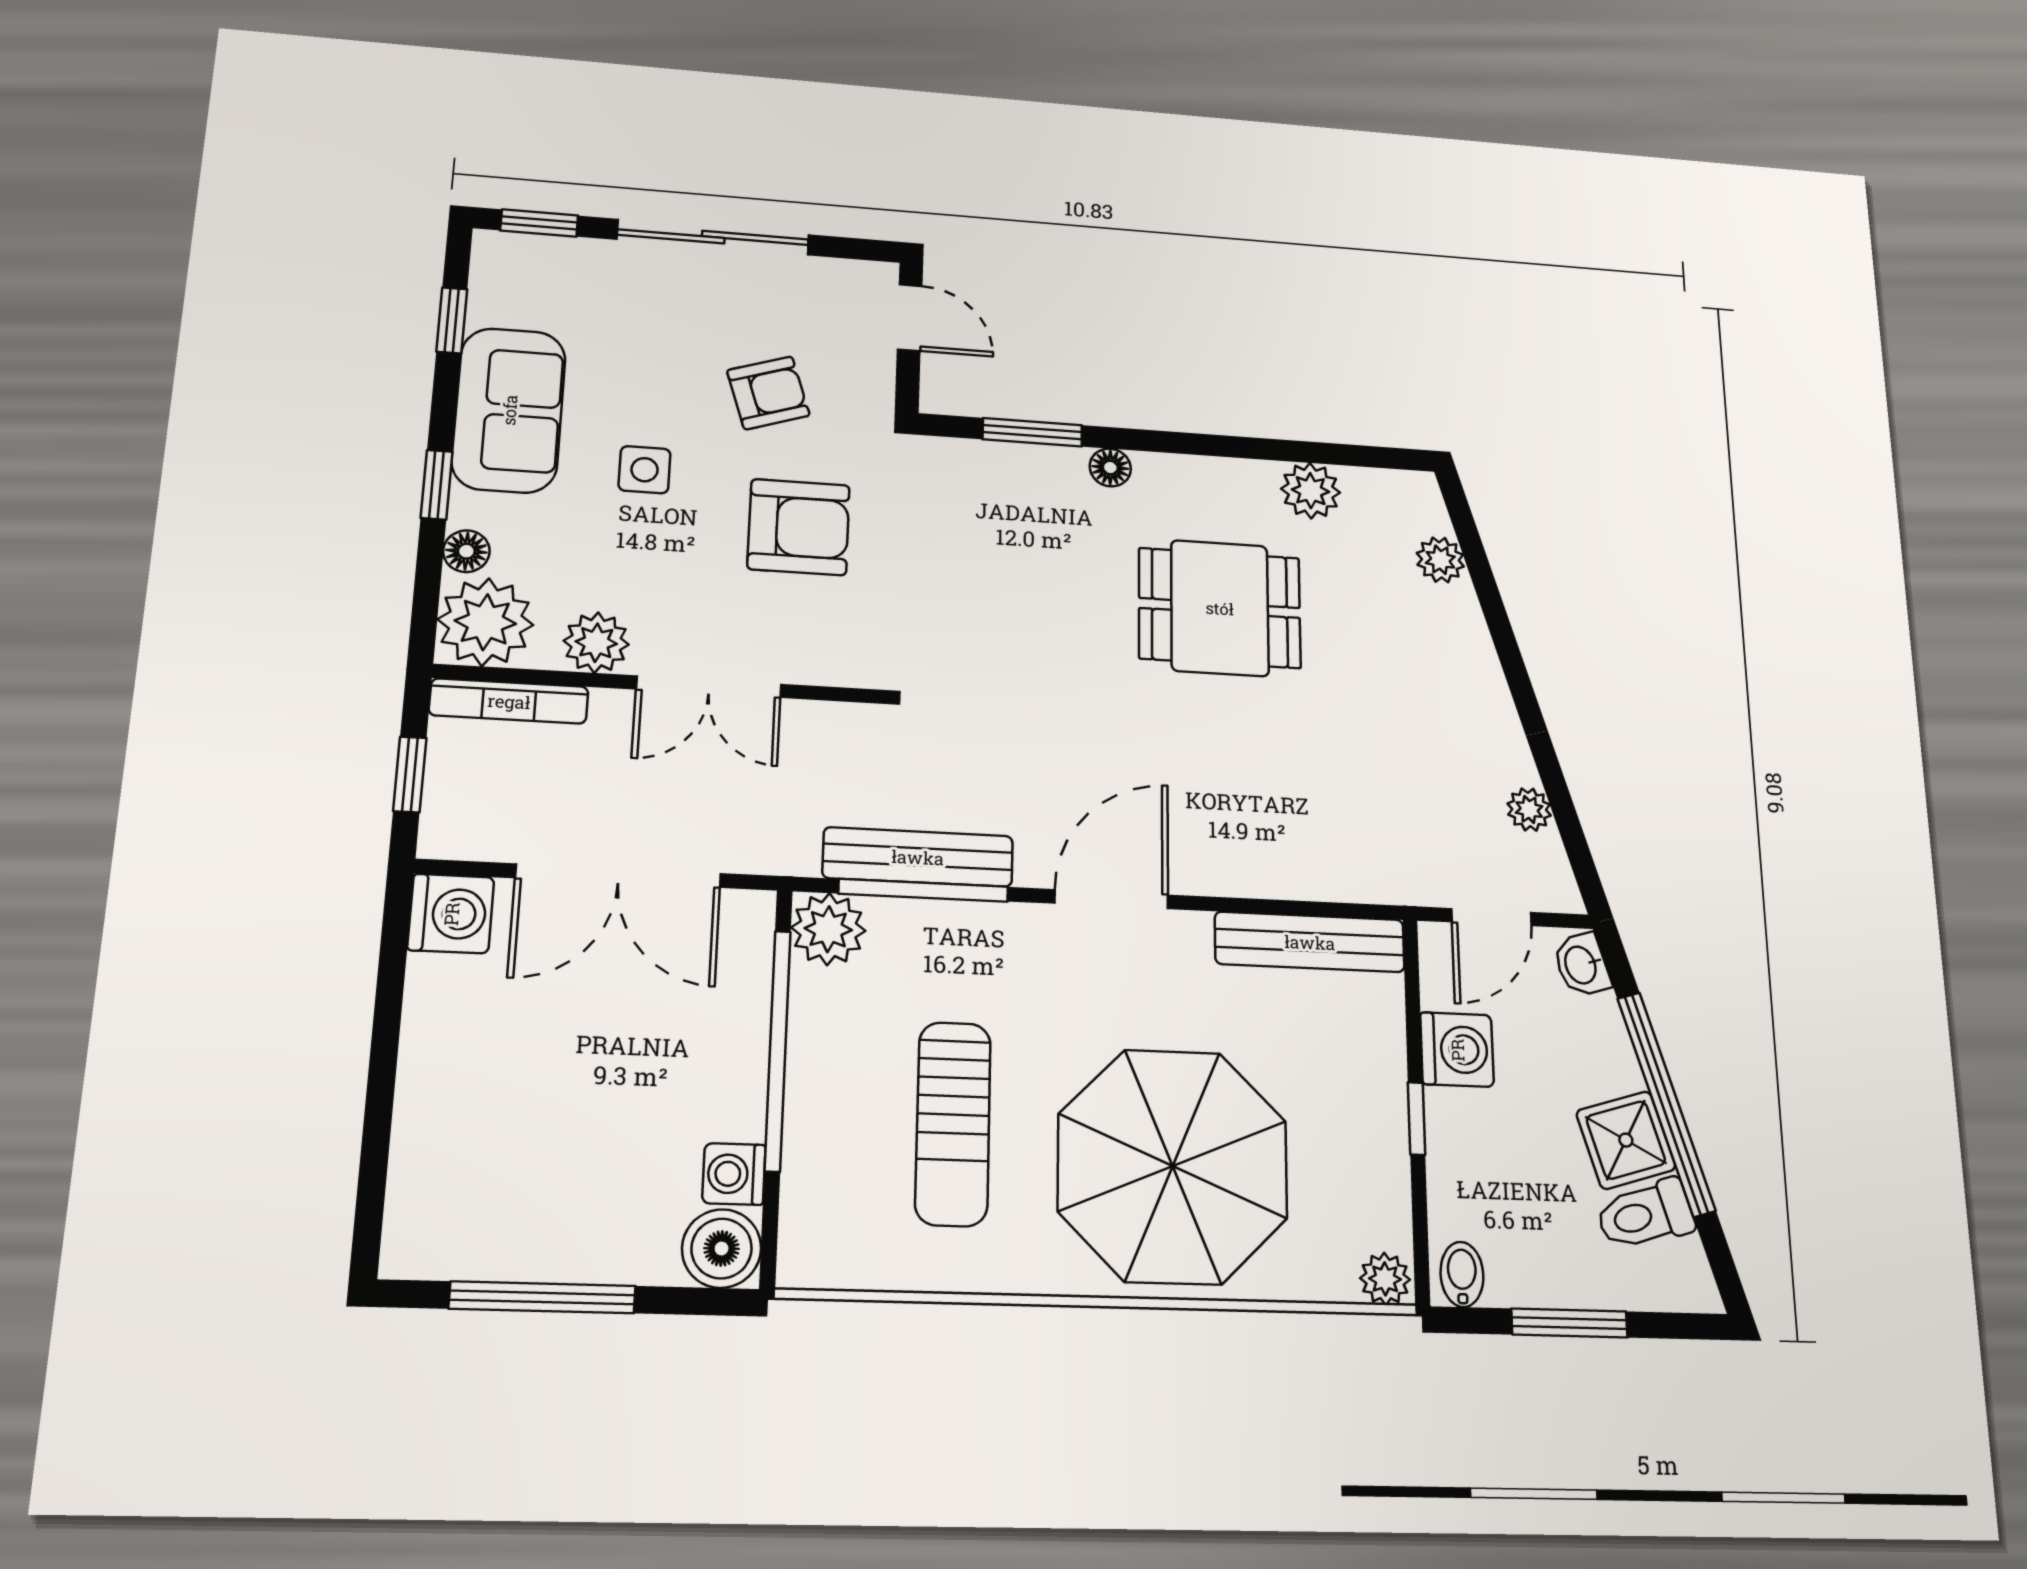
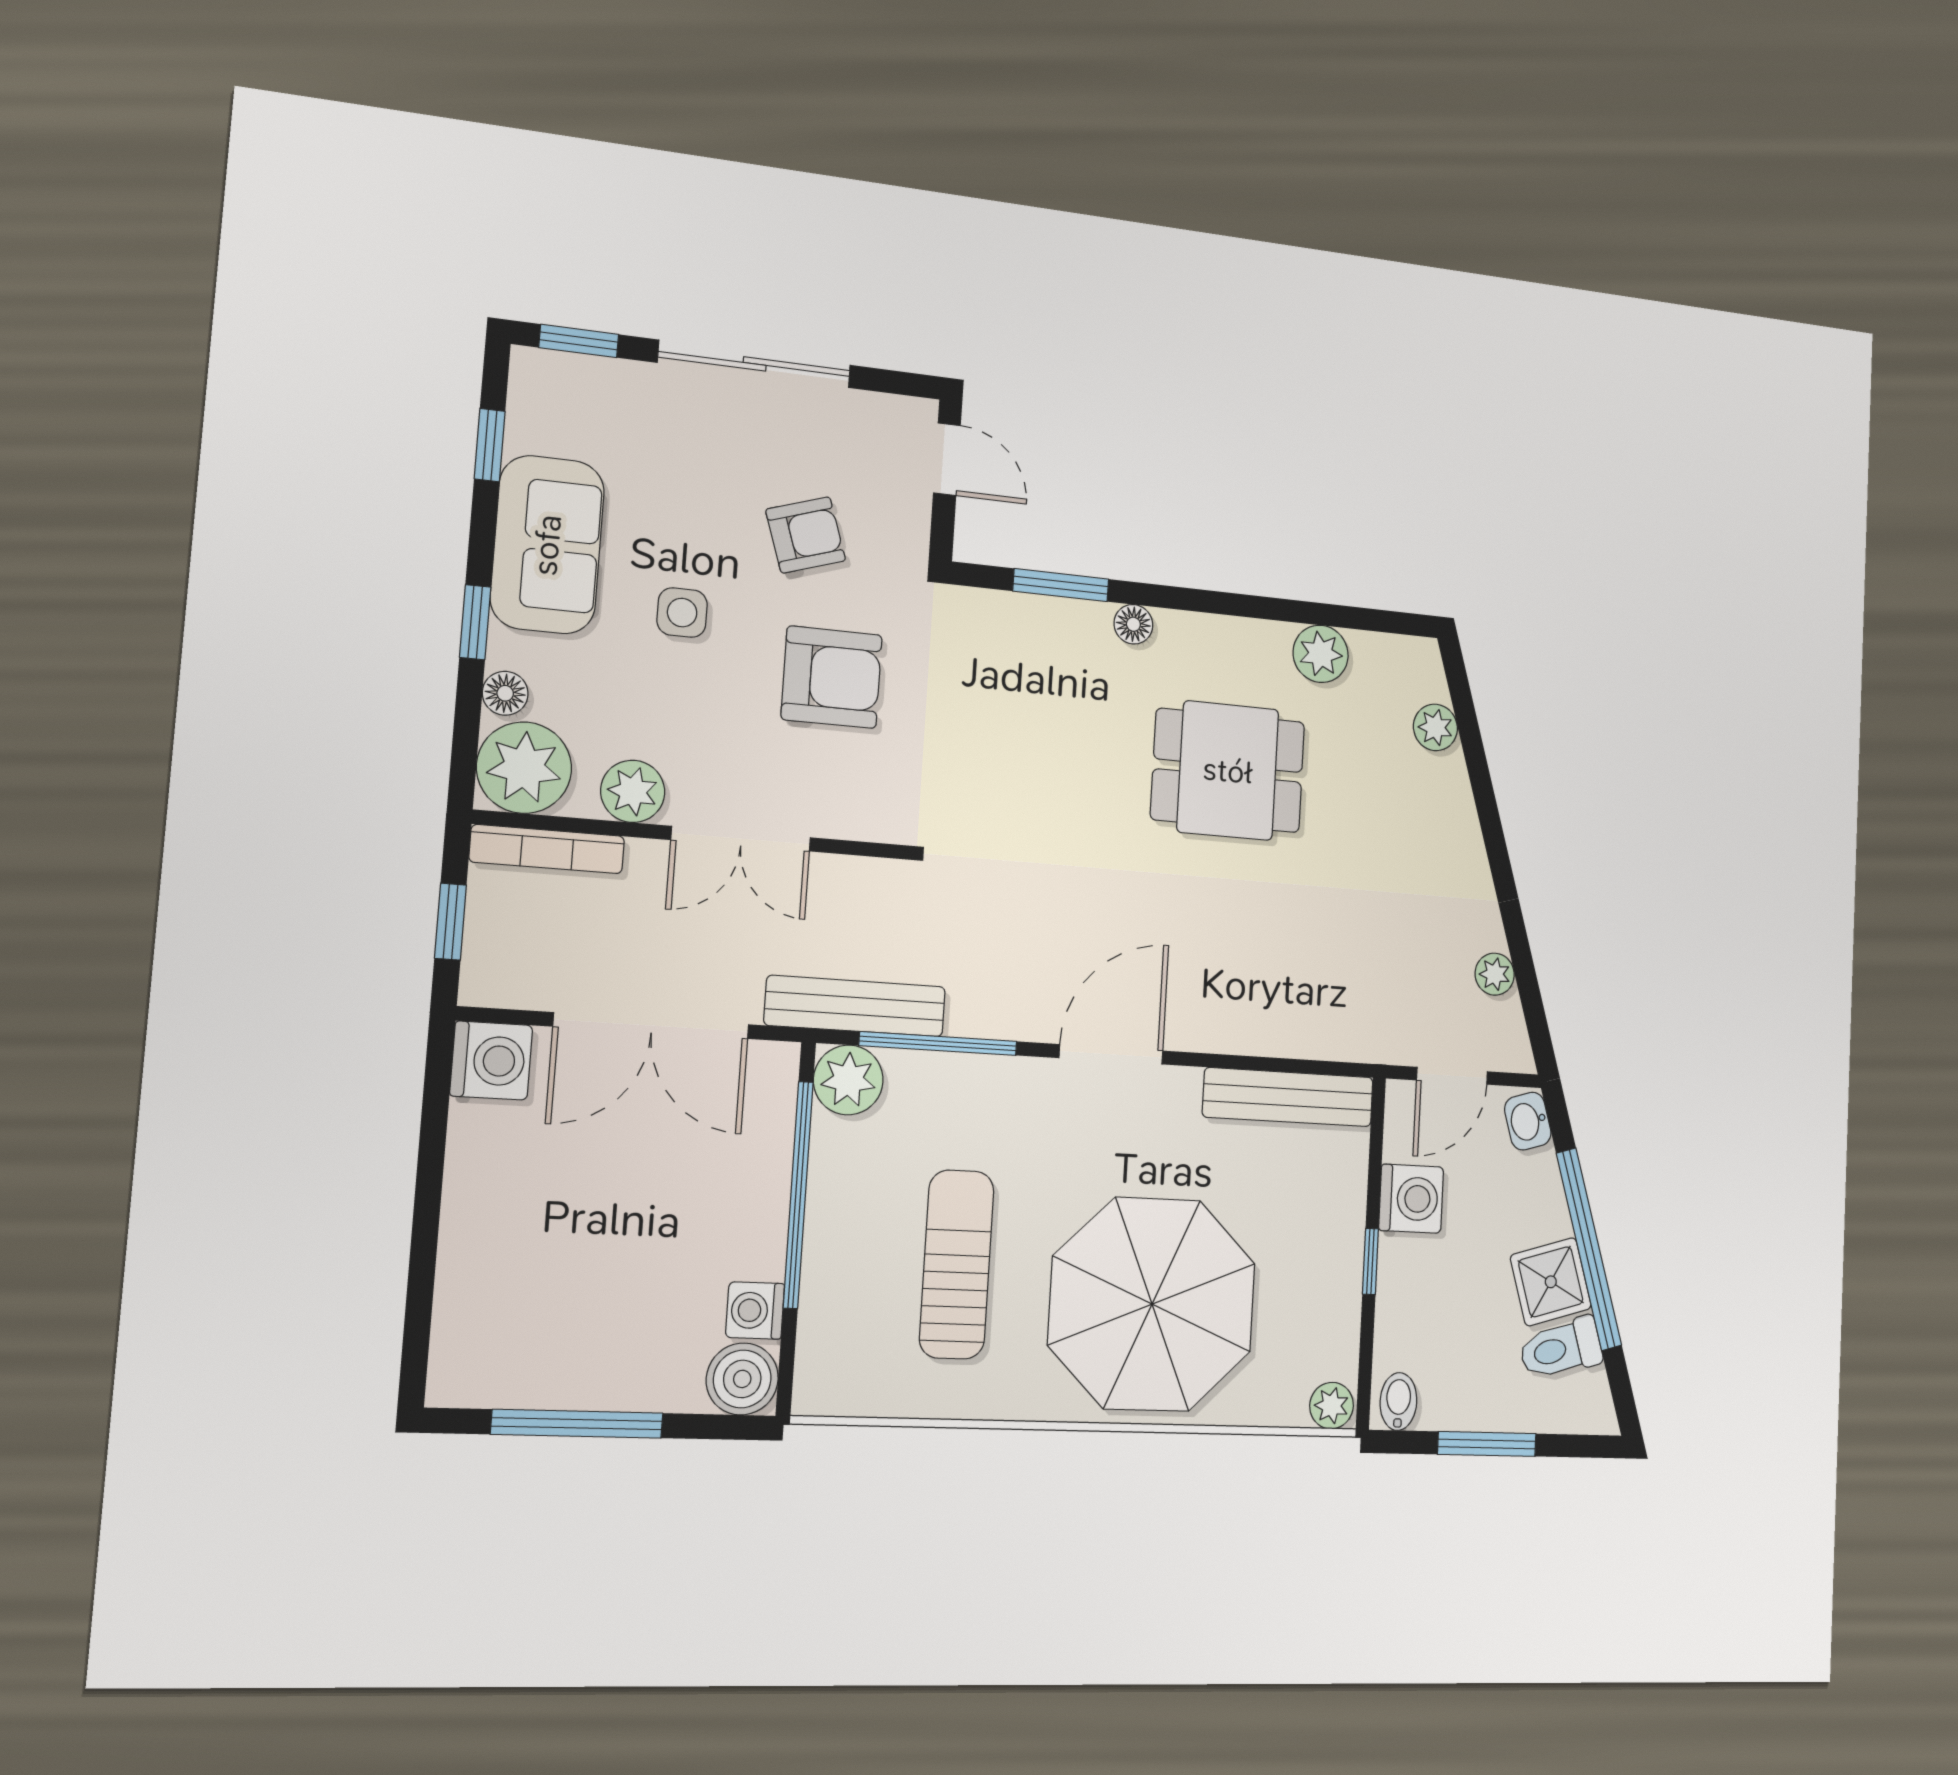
bench: (918, 857) -> (855, 1006), moved
sun lounger: (953, 1123) -> (957, 1264), turned 180

